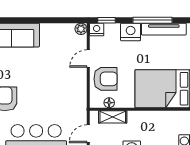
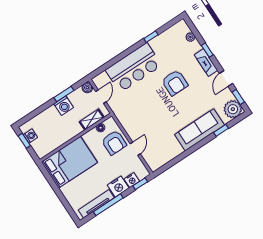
plant: (81, 29) -> (154, 166), removed
nightstand: (97, 29) -> (132, 180), moved
armchair: (106, 79) -> (114, 143), turned -90

